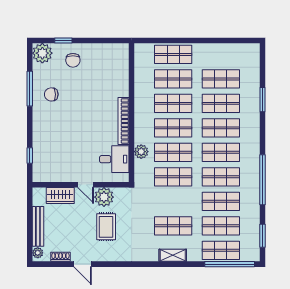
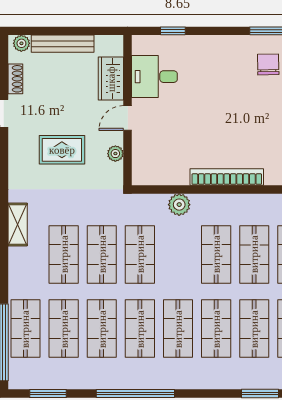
shop shelf: (173, 152) -> (102, 254), moved
desk: (114, 159) -> (154, 77), moved, turned 90
plant: (104, 197) -> (115, 154), width x0.53, depth x0.53
shelving: (173, 255) -> (18, 224), moved

